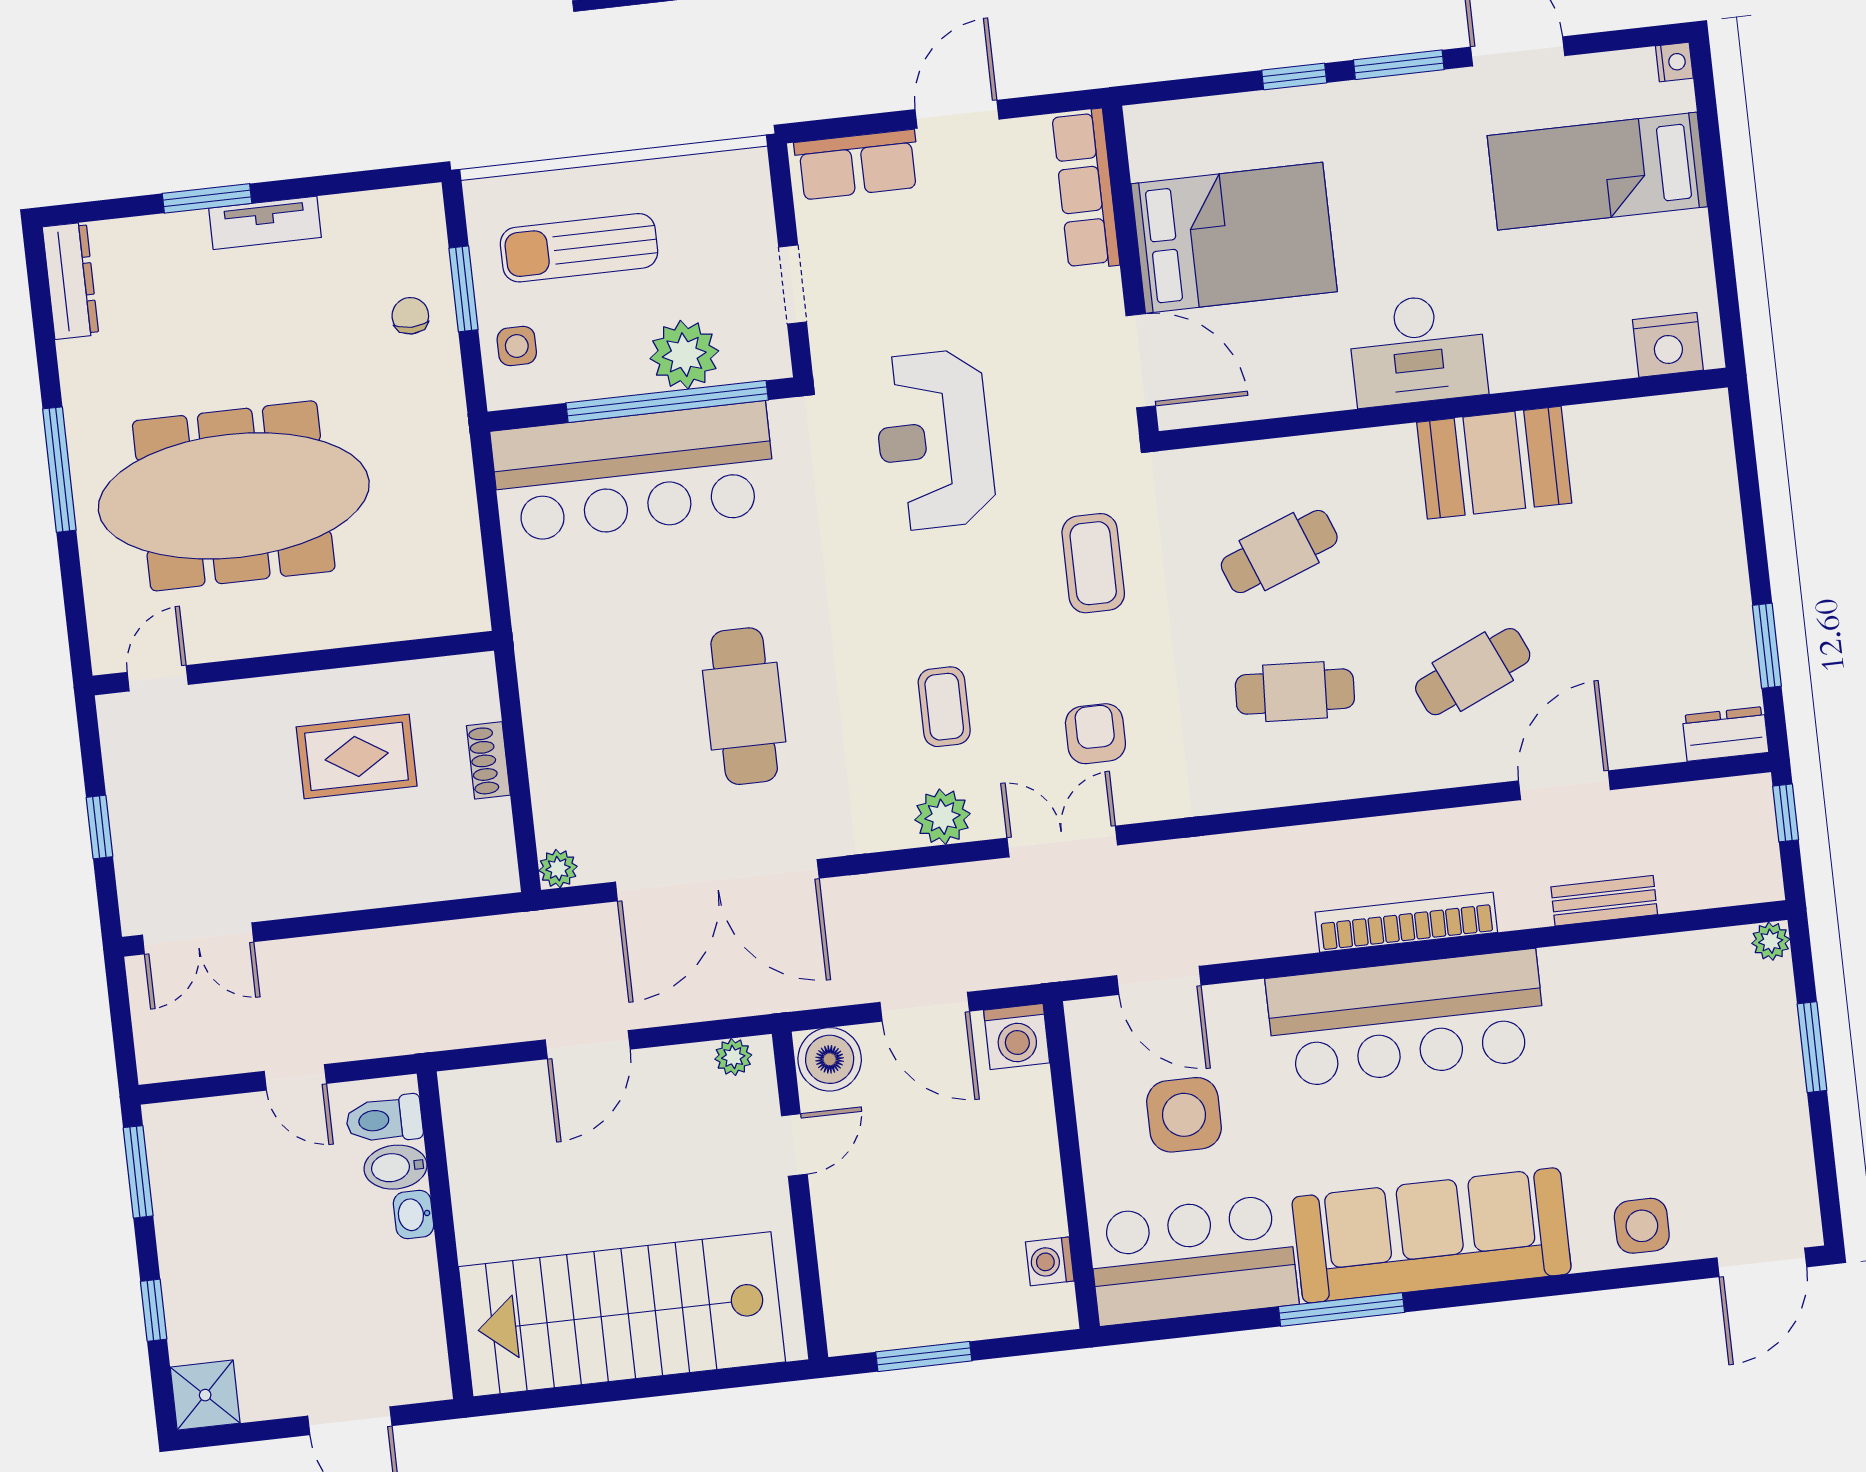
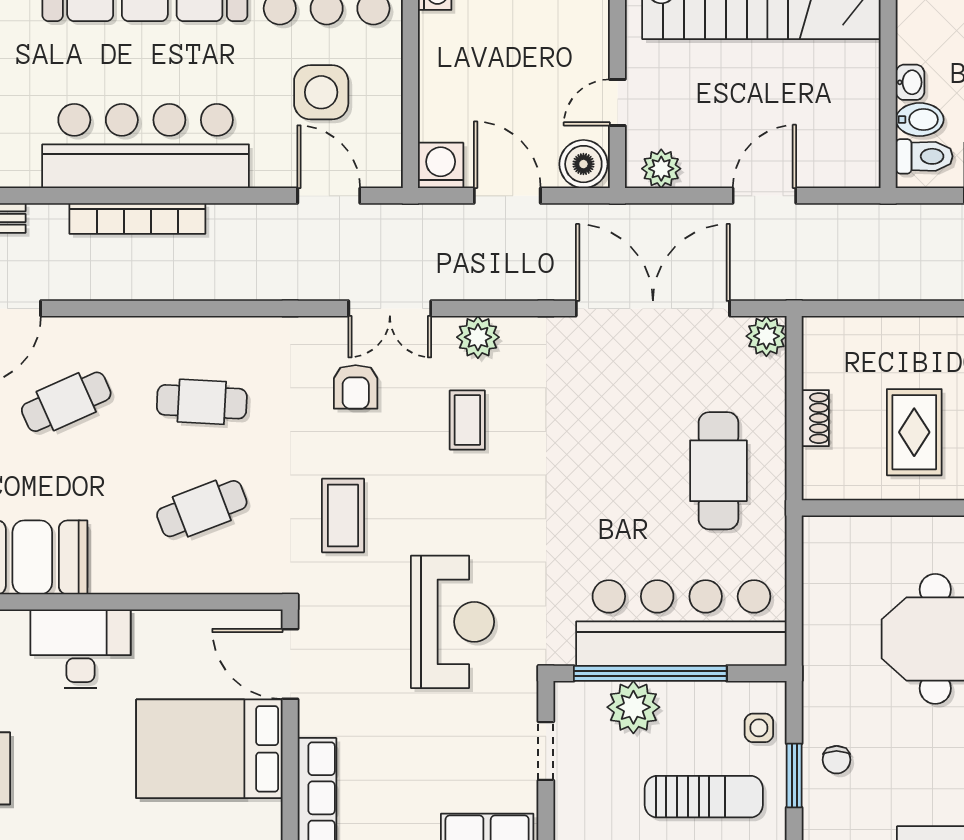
cafe table: (744, 706) -> (718, 471), moved
rug: (357, 756) -> (914, 432), turned 90
plant: (558, 869) -> (766, 336), width x1.38, depth x1.38
plant: (733, 1057) -> (661, 169), width x1.38, depth x1.38

